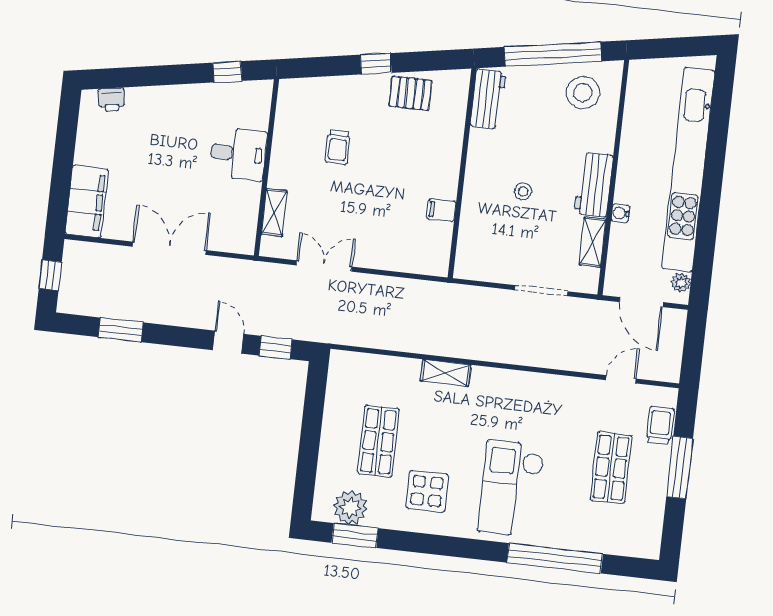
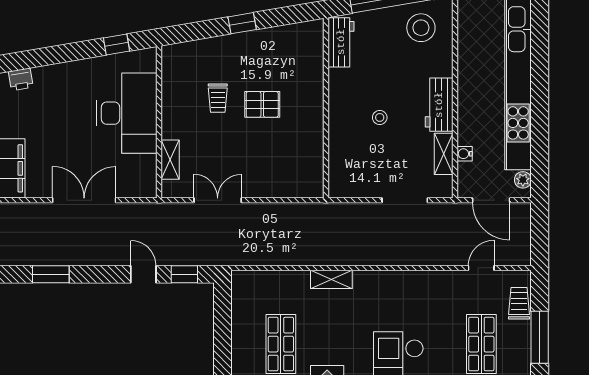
pallet: (410, 93) -> (262, 104), moved
desk: (238, 154) -> (127, 113), width x1.87, depth x1.30
filing cabinet: (441, 210) -> (312, 141), removed
water cooler: (620, 213) -> (465, 154), moved

